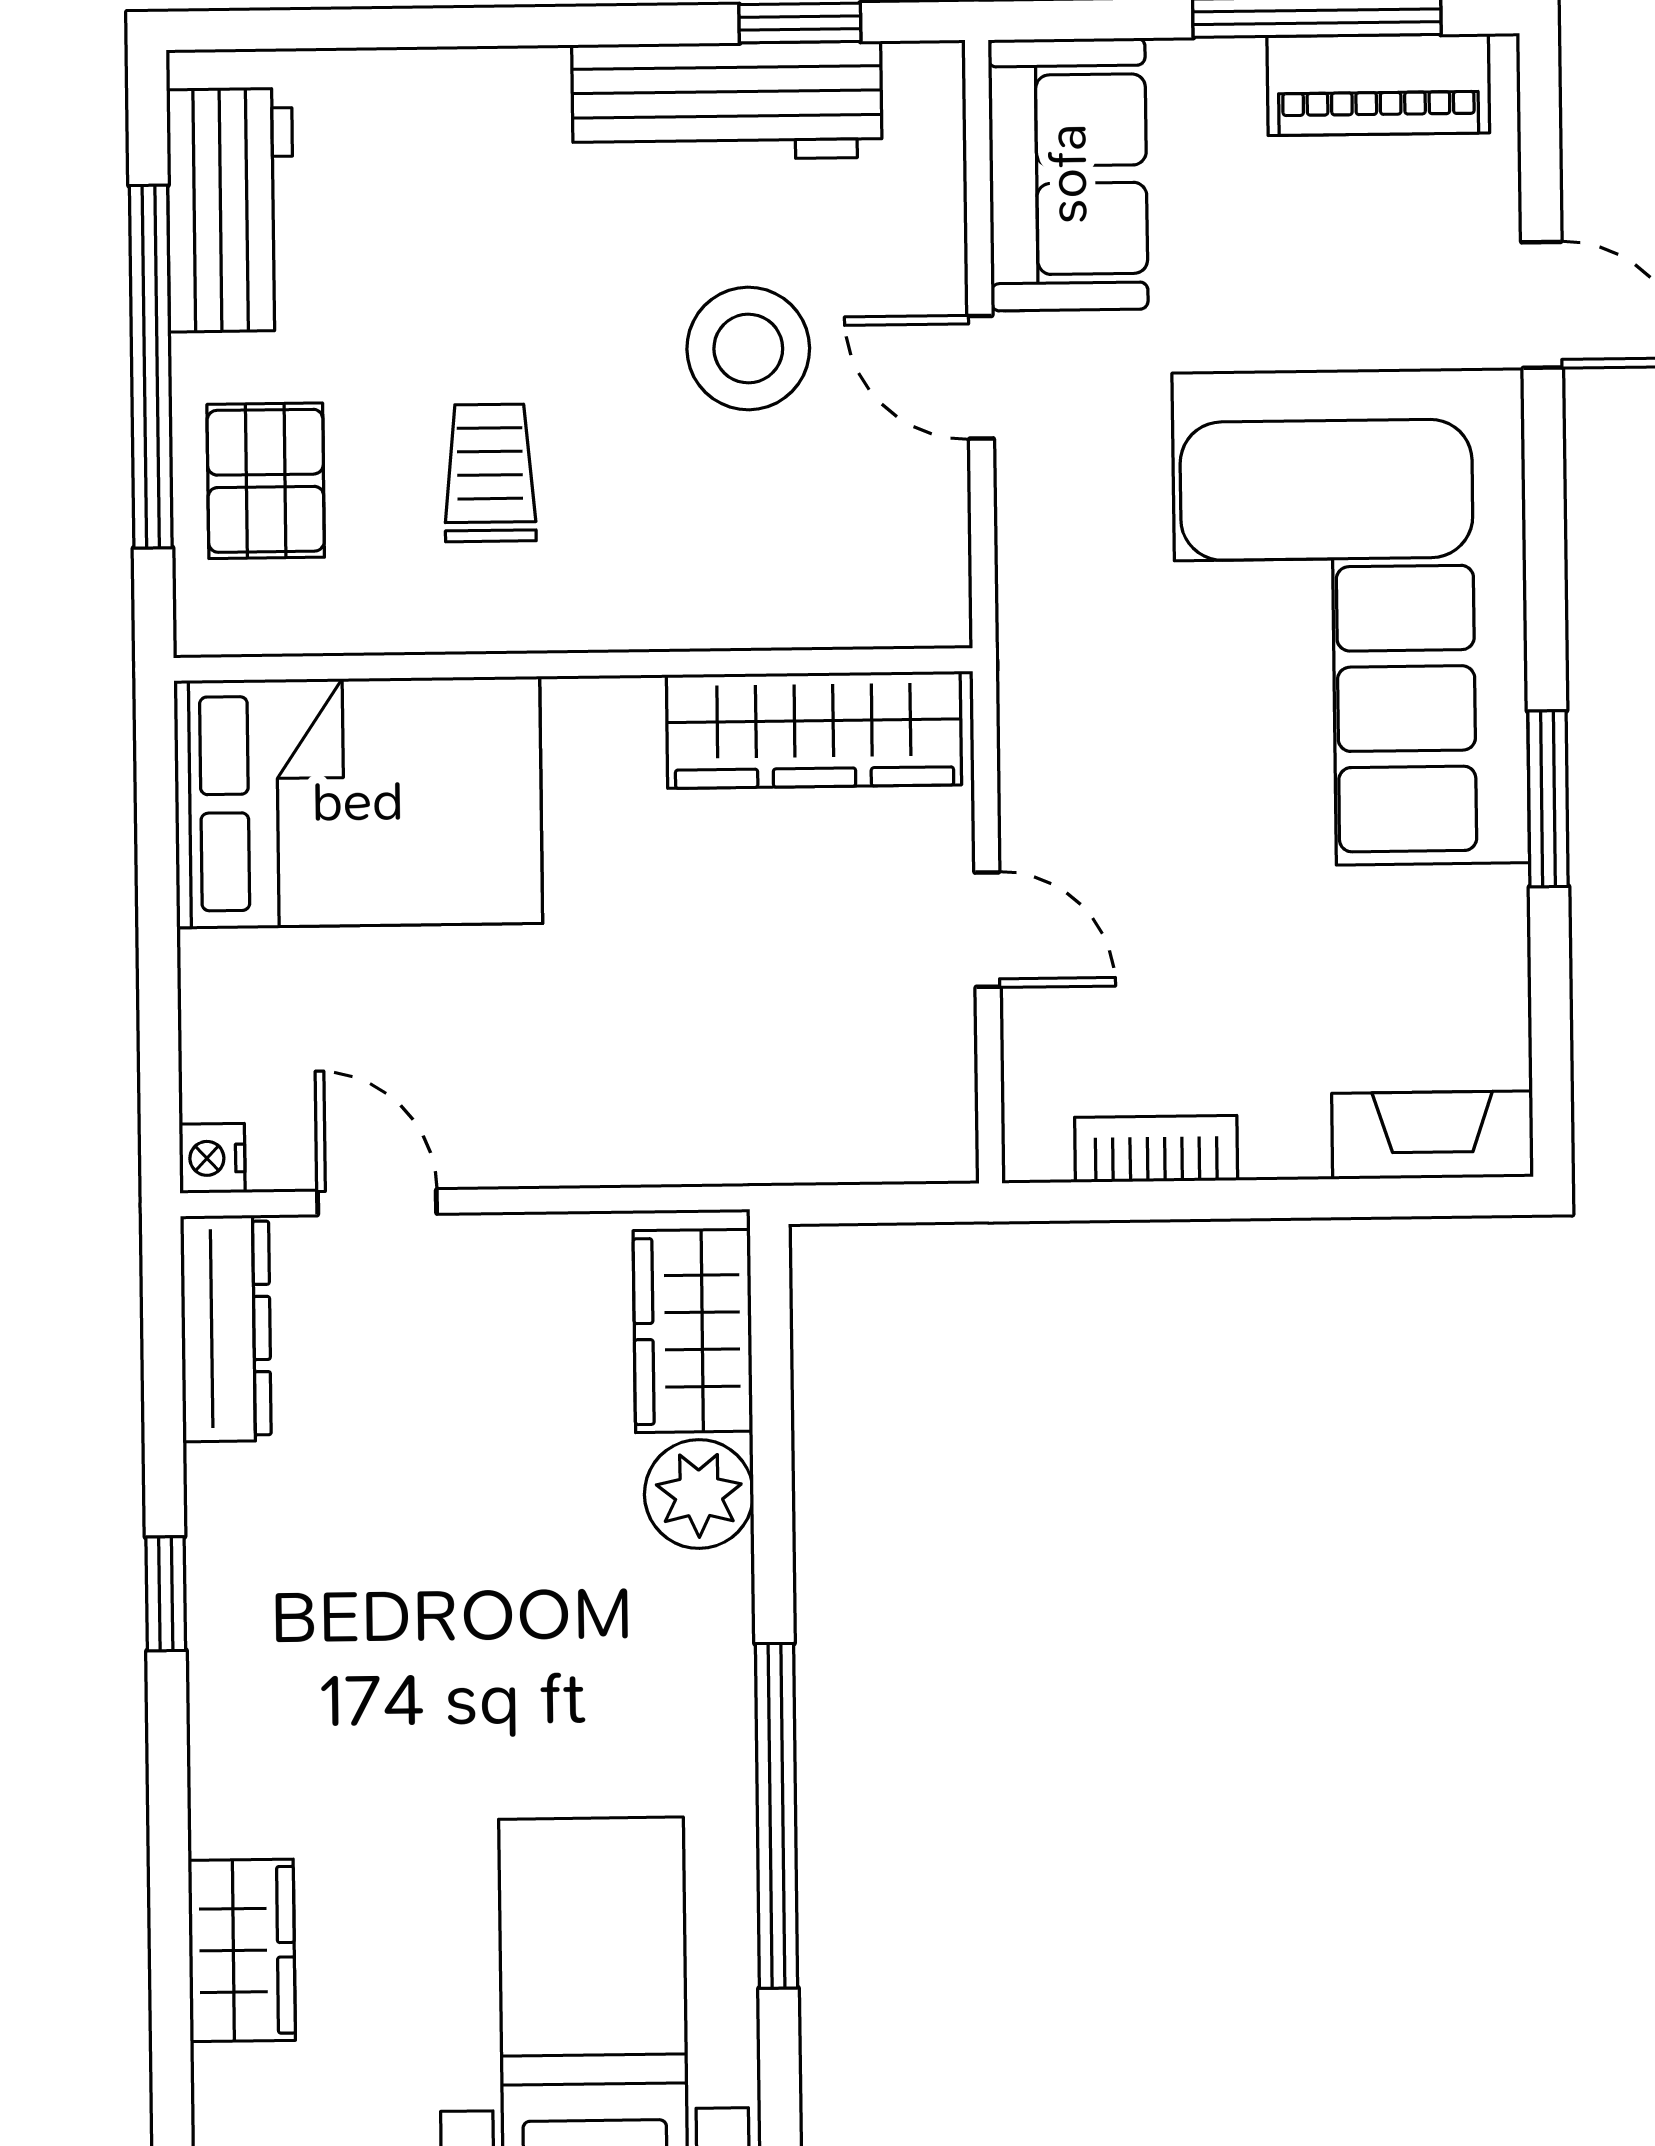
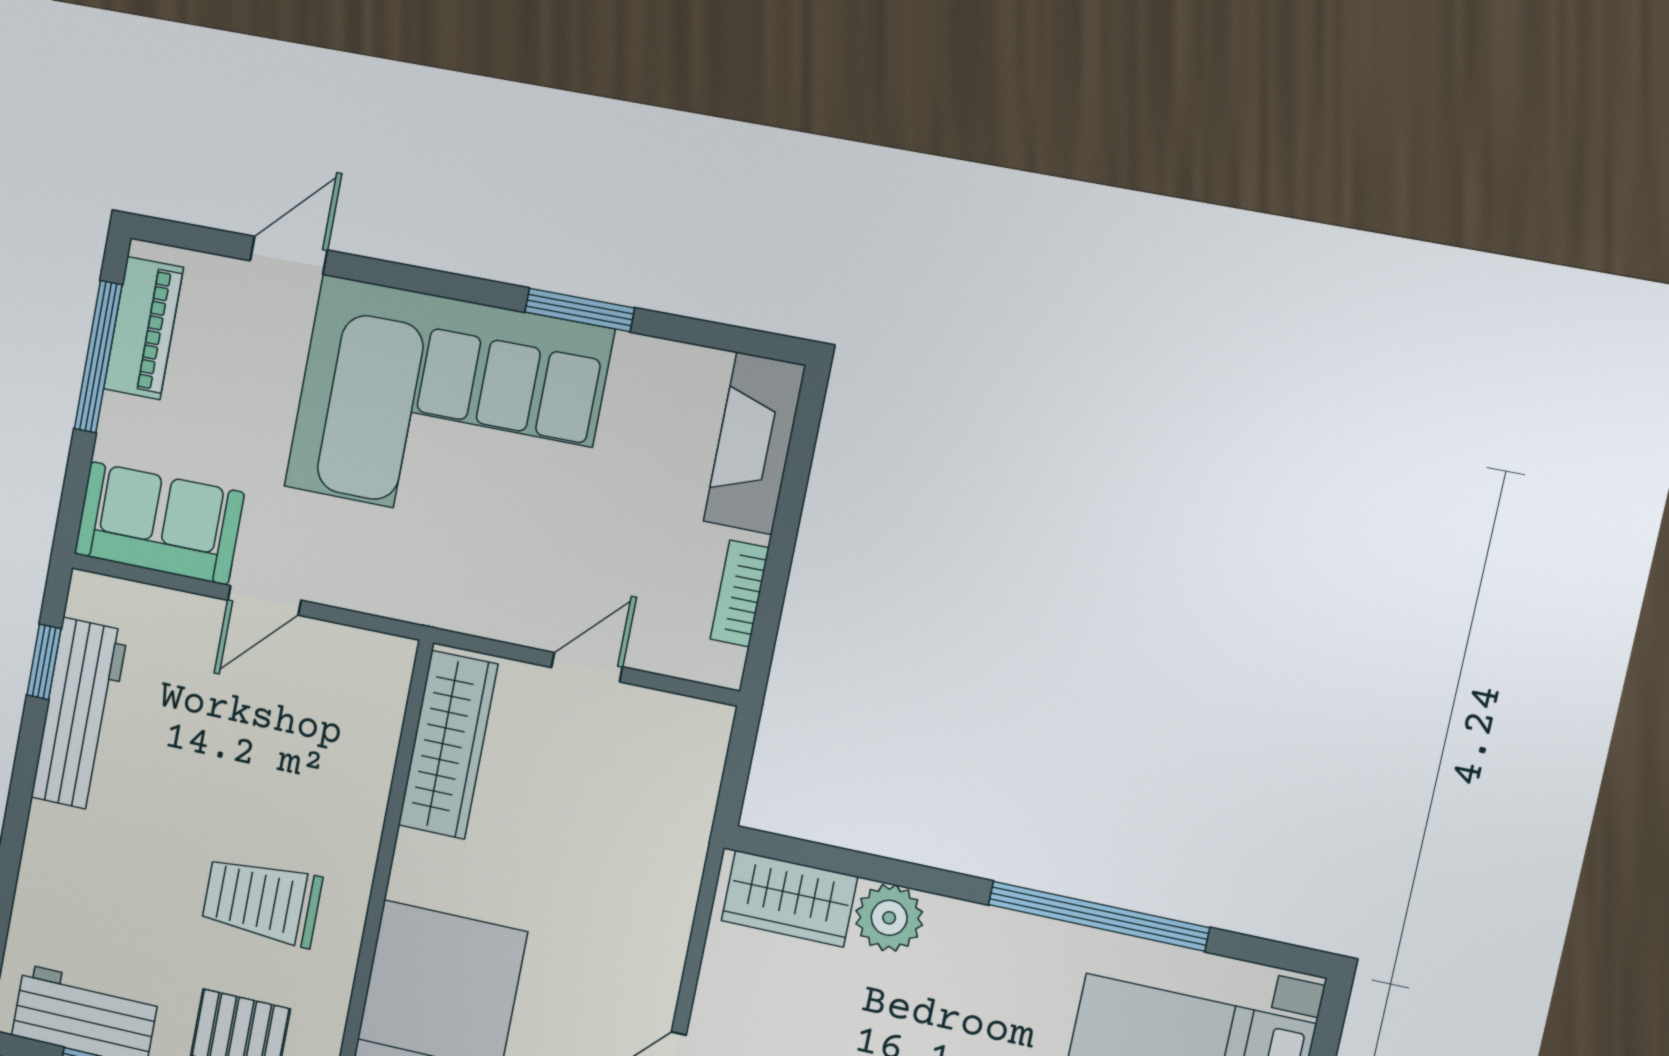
stool: (748, 349) -> (221, 734), removed
trolley: (490, 473) -> (262, 901), width x1.36, depth x1.39
fireplace: (1433, 1135) -> (754, 443), width x1.37, depth x1.32

